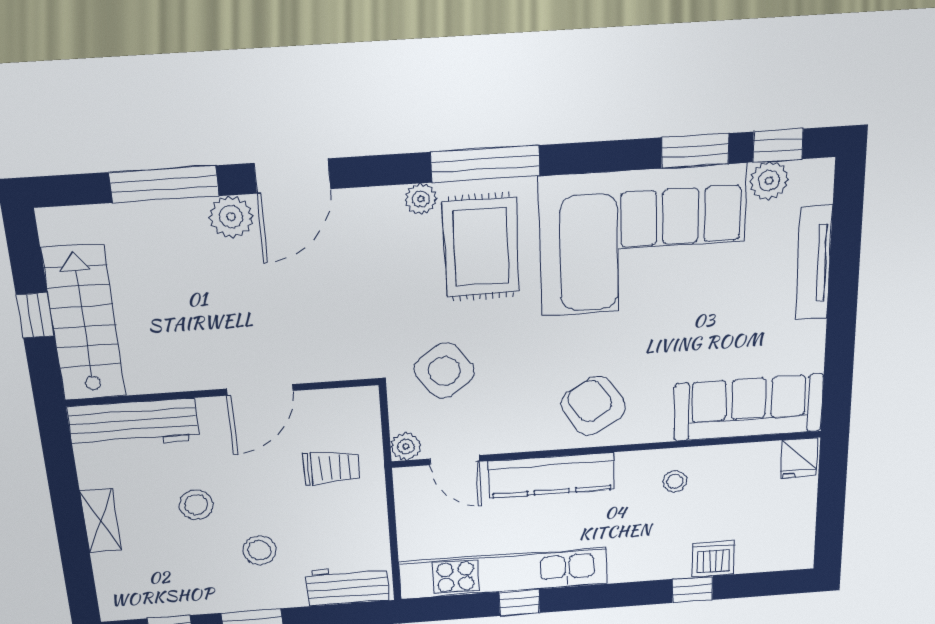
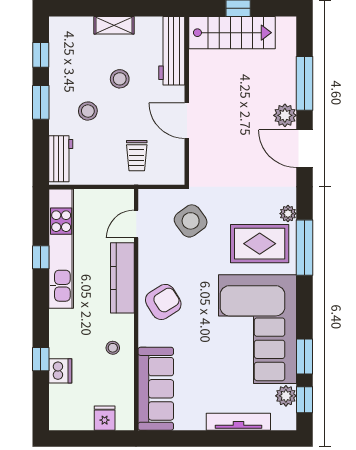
plant: (406, 446) -> (147, 197), removed
fridge: (799, 458) -> (105, 418), moved, turned 90

